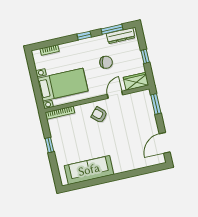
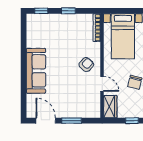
window: (156, 104) -> (72, 121), moved
sofa: (89, 170) -> (36, 71), moved
window: (56, 172) -> (41, 11), added

